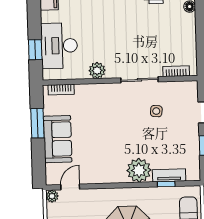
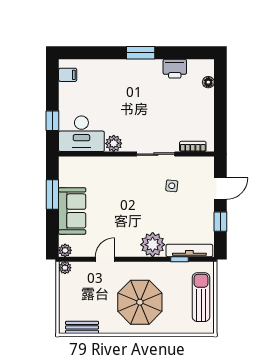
desk: (59, 46) -> (81, 134), moved, turned -90
bookcase: (61, 90) -> (77, 161), removed
tv unit: (169, 175) -> (189, 251), width x1.41
plant: (52, 179) -> (65, 250), added
door: (70, 187) -> (105, 259), moved

